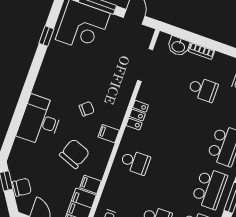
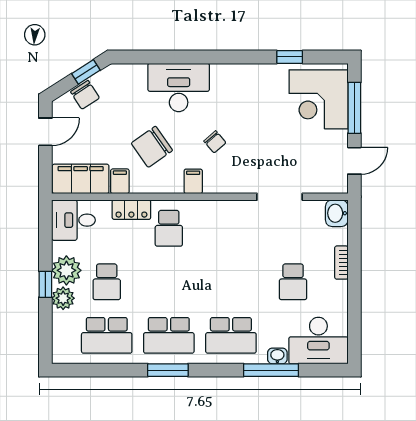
washbasin: (178, 46) -> (337, 213), moved
doorway: (145, 65) -> (280, 197), moved
locker: (137, 115) -> (131, 210), moved
chair: (75, 154) -> (152, 147), turned 124

